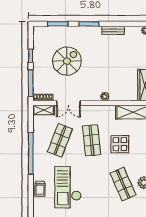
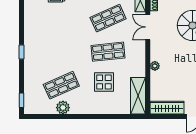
shop shelf: (60, 140) -> (108, 18), turned -45
checkout: (68, 187) -> (58, 27), removed

